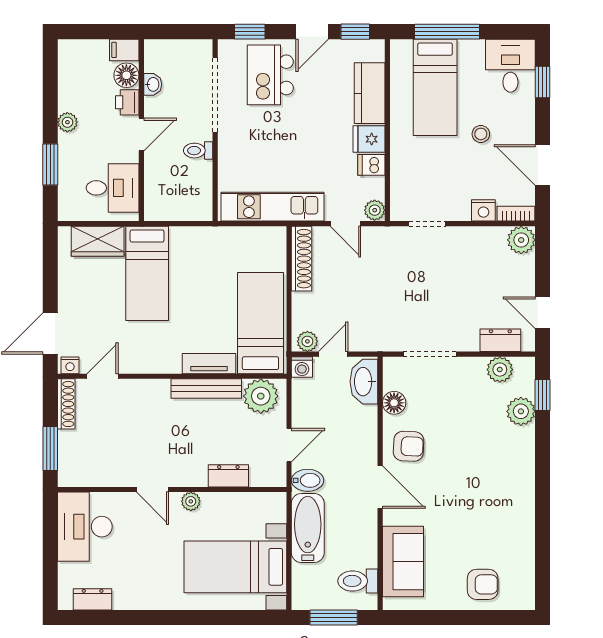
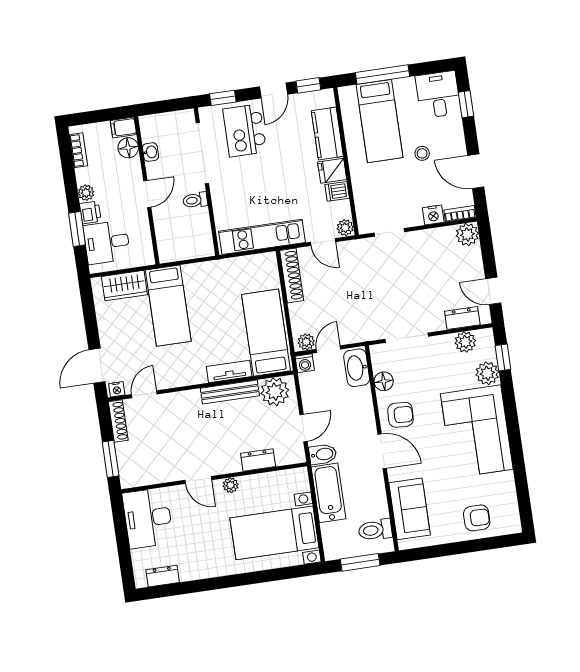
bookcase: (66, 70) -> (78, 150), added
printer: (127, 102) -> (90, 212), moved, turned 180
desk: (113, 188) -> (107, 242), moved, turned 180
corner sofa: (498, 480) -> (477, 431), added

